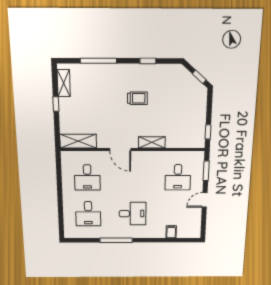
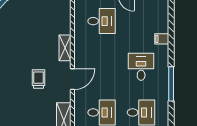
trolley: (137, 98) -> (39, 79), moved
filing cabinet: (171, 232) -> (162, 39), moved

